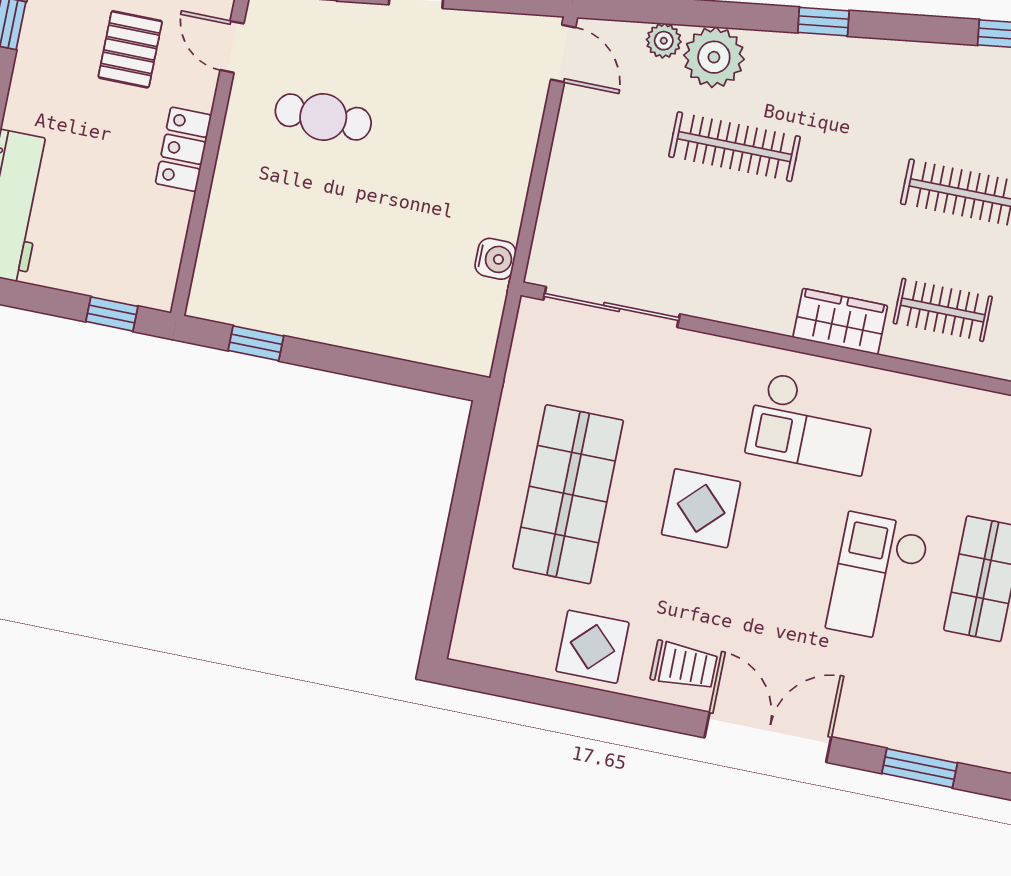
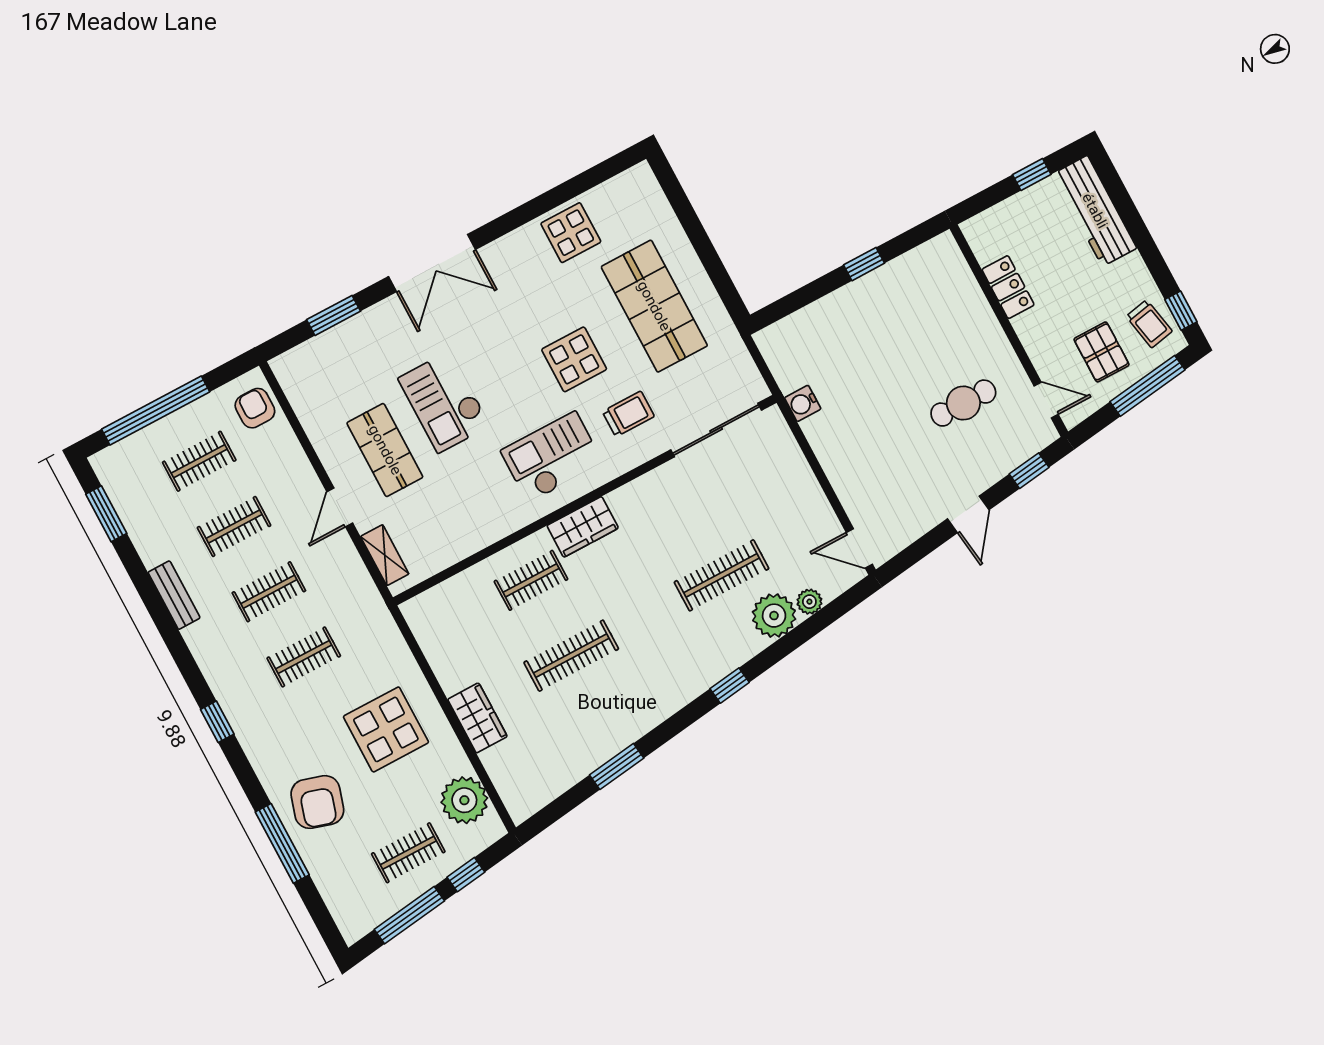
trolley: (54, 37) -> (1149, 324), added
locker: (183, 149) -> (1008, 287), moved
window: (112, 314) -> (1032, 175), moved
window: (256, 343) -> (864, 264), moved
checkout: (878, 578) -> (444, 402), turned 180
trolley: (684, 666) -> (628, 414), moved, turned 180

